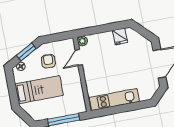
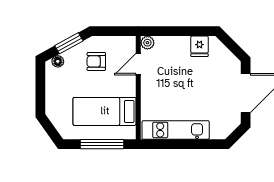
armchair: (48, 61) -> (96, 61), turned -93
bed: (39, 90) -> (105, 111), moved, turned 180

